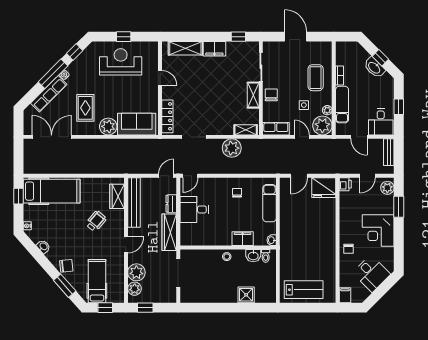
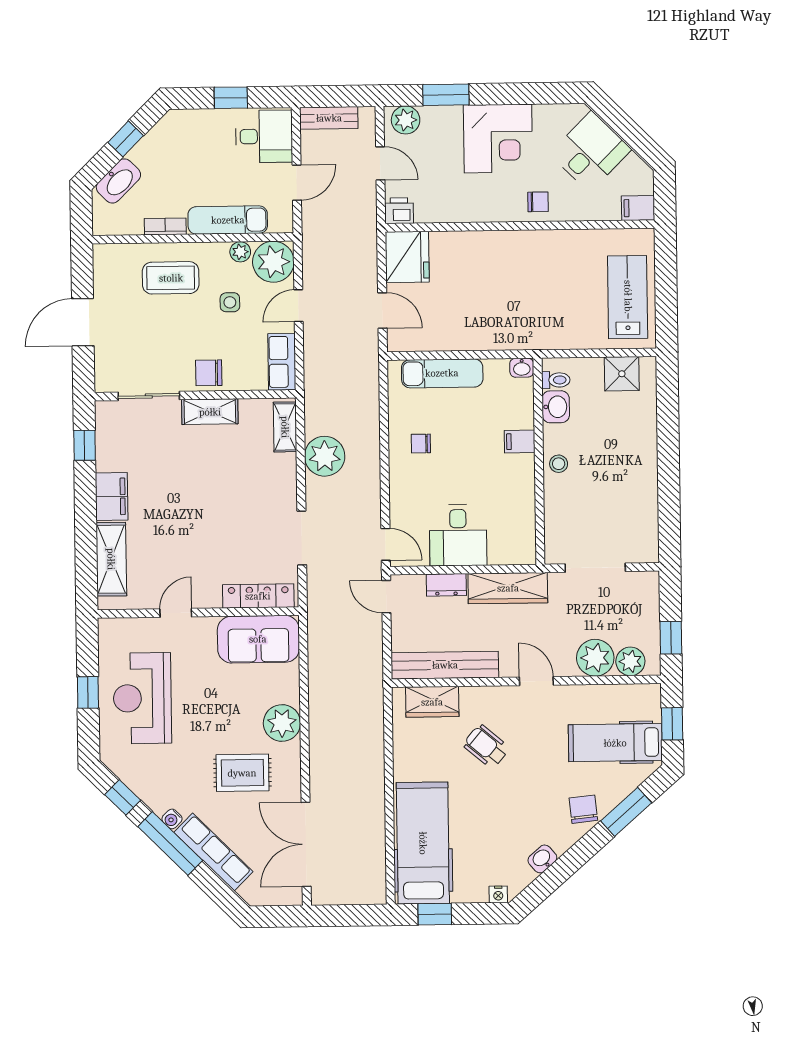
washbasin: (374, 68) -> (118, 181), moved
sofa: (137, 124) -> (258, 639), moved, turned -90
filing cabinet: (243, 239) -> (520, 442), width x0.50
shower: (246, 295) -> (622, 374), moved

